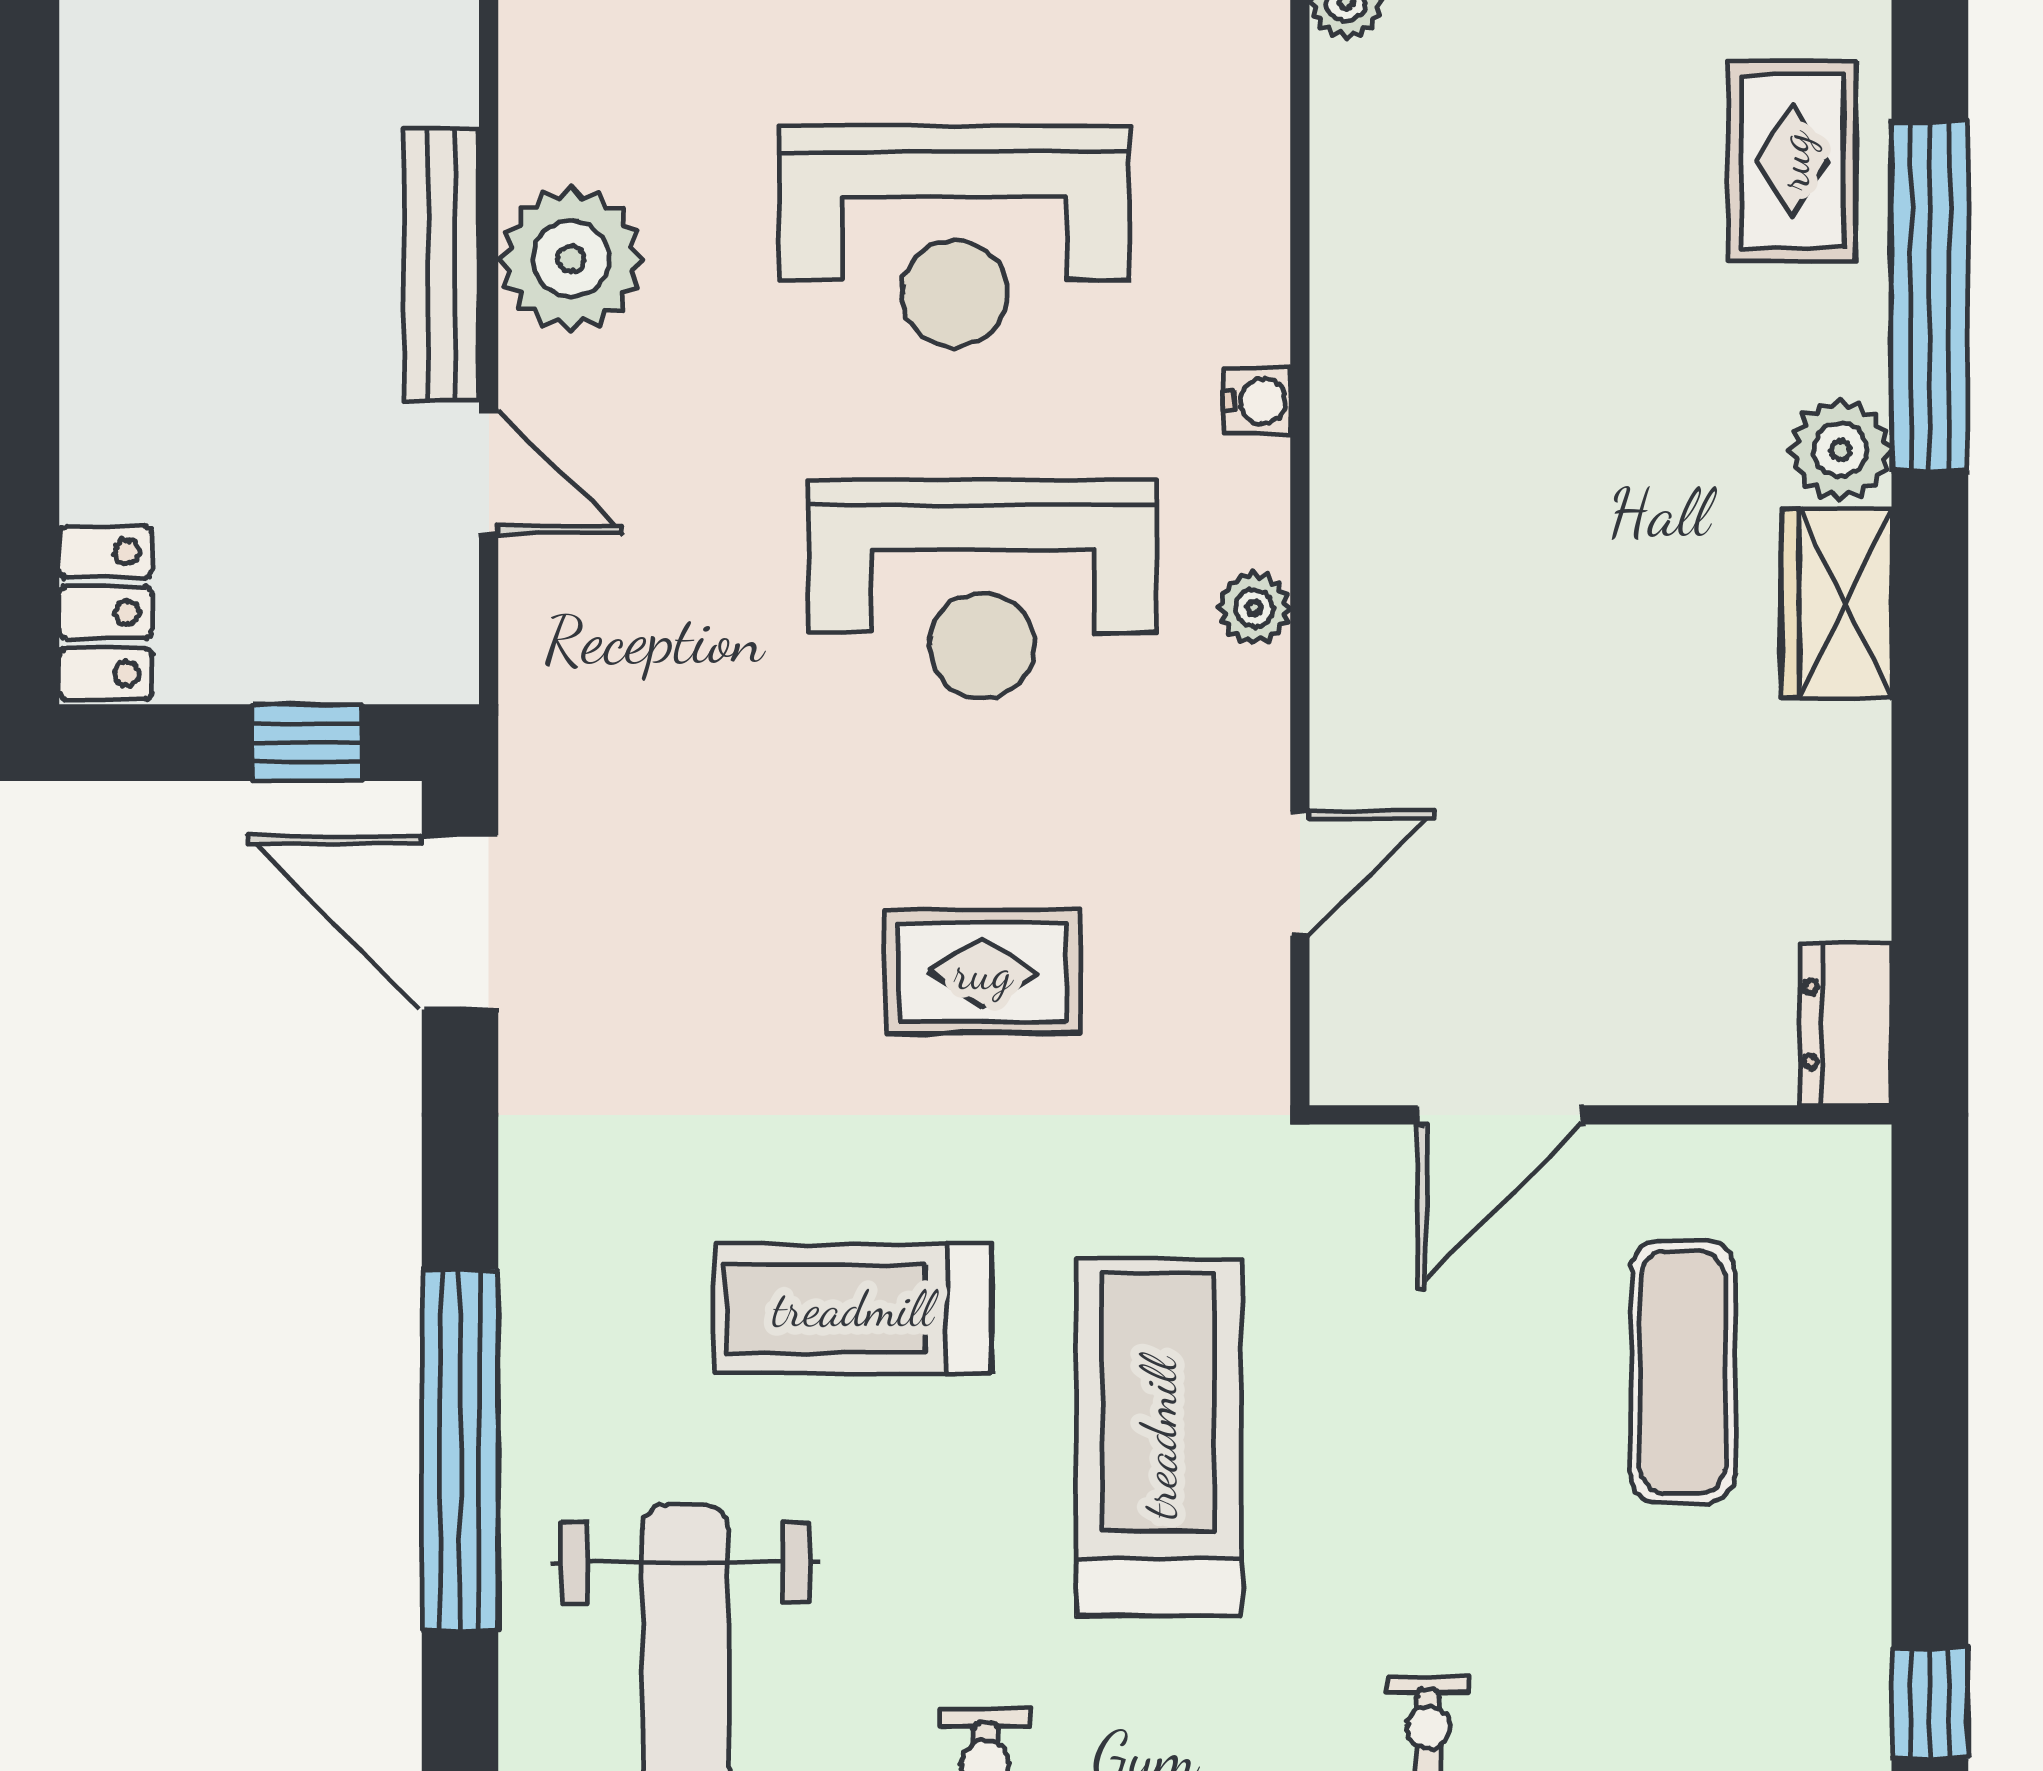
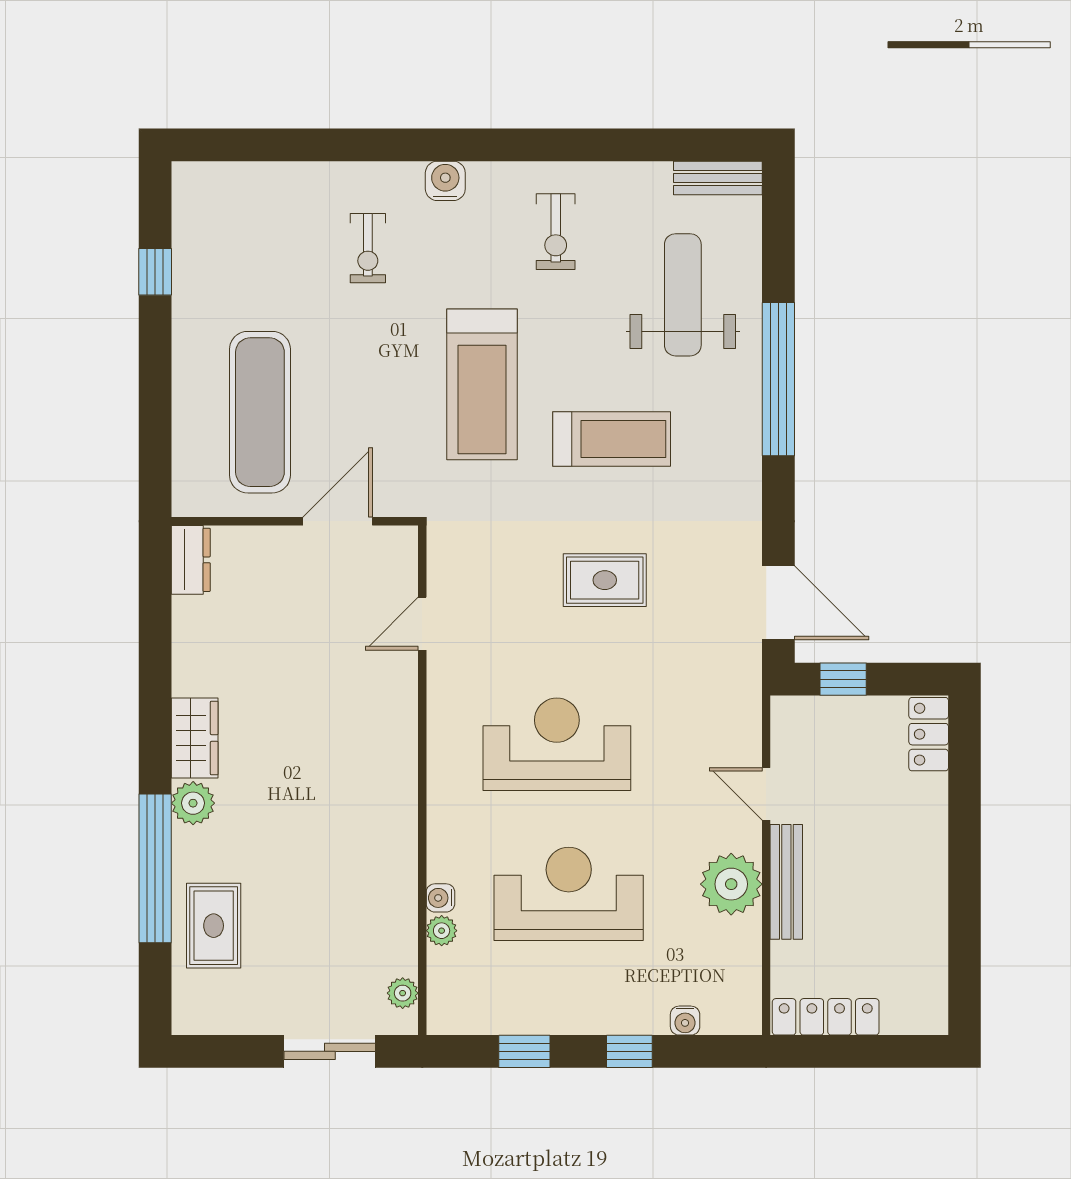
water cooler: (1257, 401) -> (440, 898), moved
plant: (1254, 608) -> (442, 931), moved
rug: (983, 972) -> (605, 580), moved
exercise mat: (1683, 1372) -> (260, 412), width x1.36, depth x1.45

